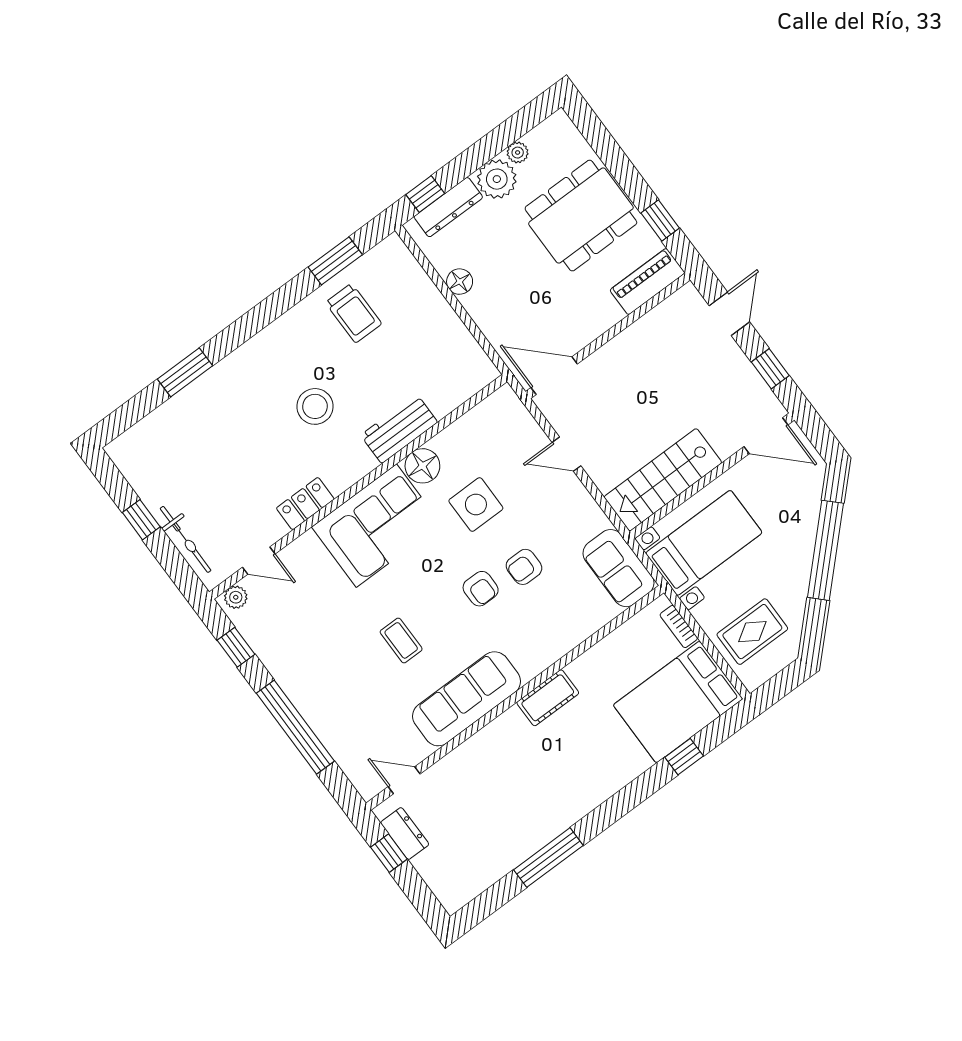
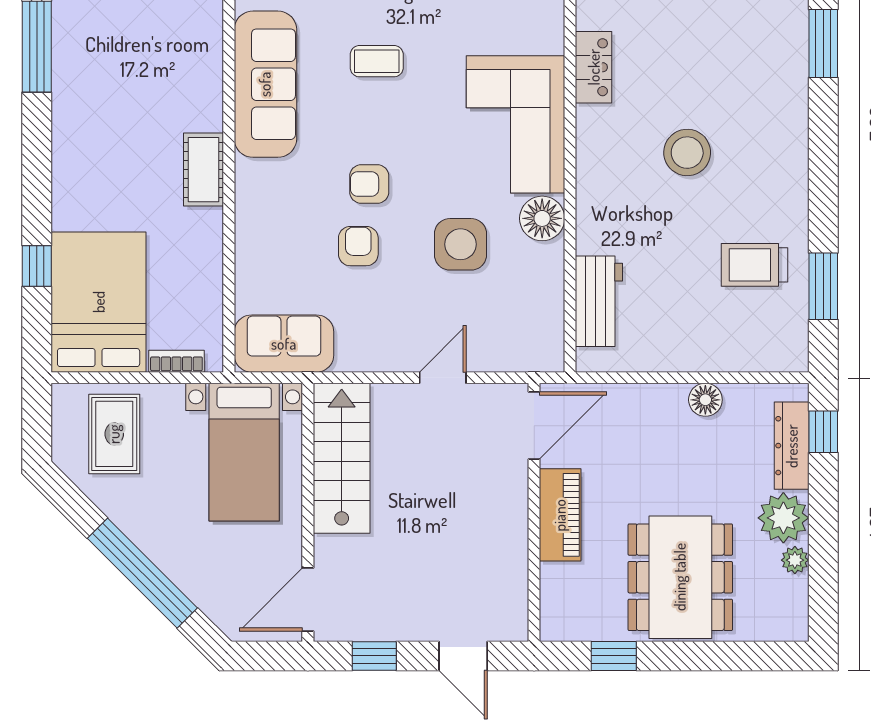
piano: (647, 282) -> (560, 515), moved
workbench: (399, 429) -> (599, 301), moved

